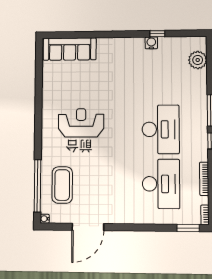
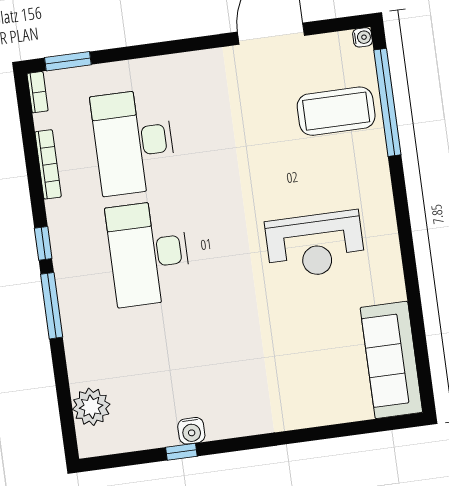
sofa: (70, 49) -> (391, 360), moved, turned -90
coffee table: (62, 185) -> (336, 111), turned 90

